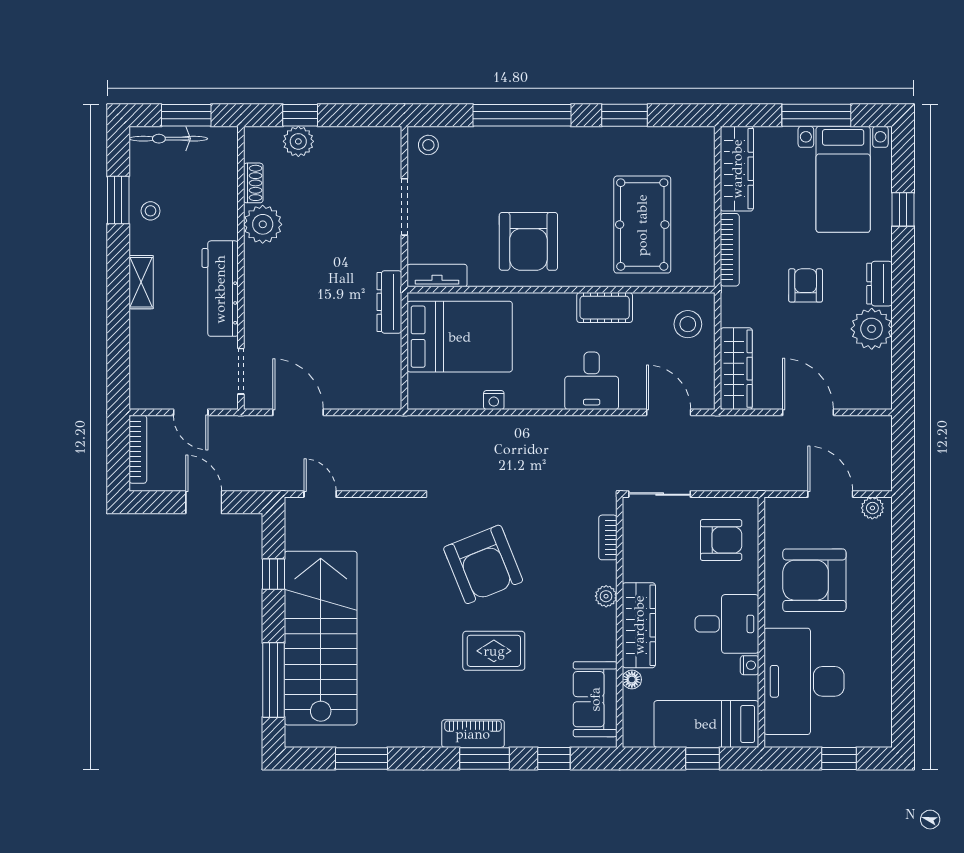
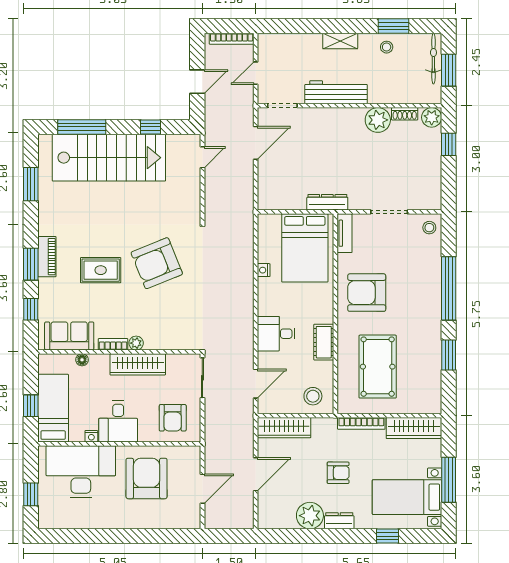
plant: (298, 141) -> (432, 117), moved
pool table: (642, 225) -> (378, 367), turned 90
plant: (872, 508) -> (193, 516), removed
bookcase: (608, 537) -> (113, 344), moved
wardrobe: (639, 625) -> (138, 364), moved
rug: (494, 651) -> (101, 270), turned 90

